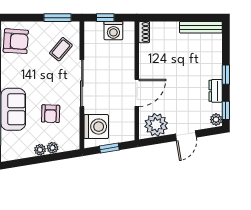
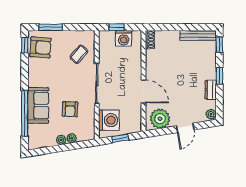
window: (58, 18) -> (51, 27), moved
door: (137, 93) -> (143, 91), hinge flipped
window: (226, 110) -> (219, 45), moved

